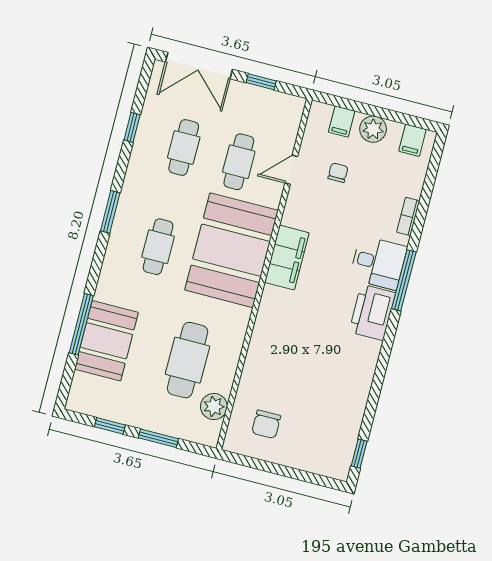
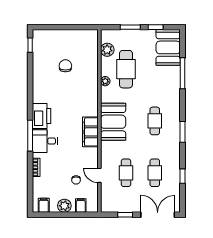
door: (291, 170) -> (99, 175), swing flipped
booth: (231, 250) -> (113, 122), width x0.73, depth x0.70
booth: (106, 341) -> (168, 47), moved
plant: (233, 347) -> (105, 81), added
chair: (266, 424) -> (65, 66), moved

